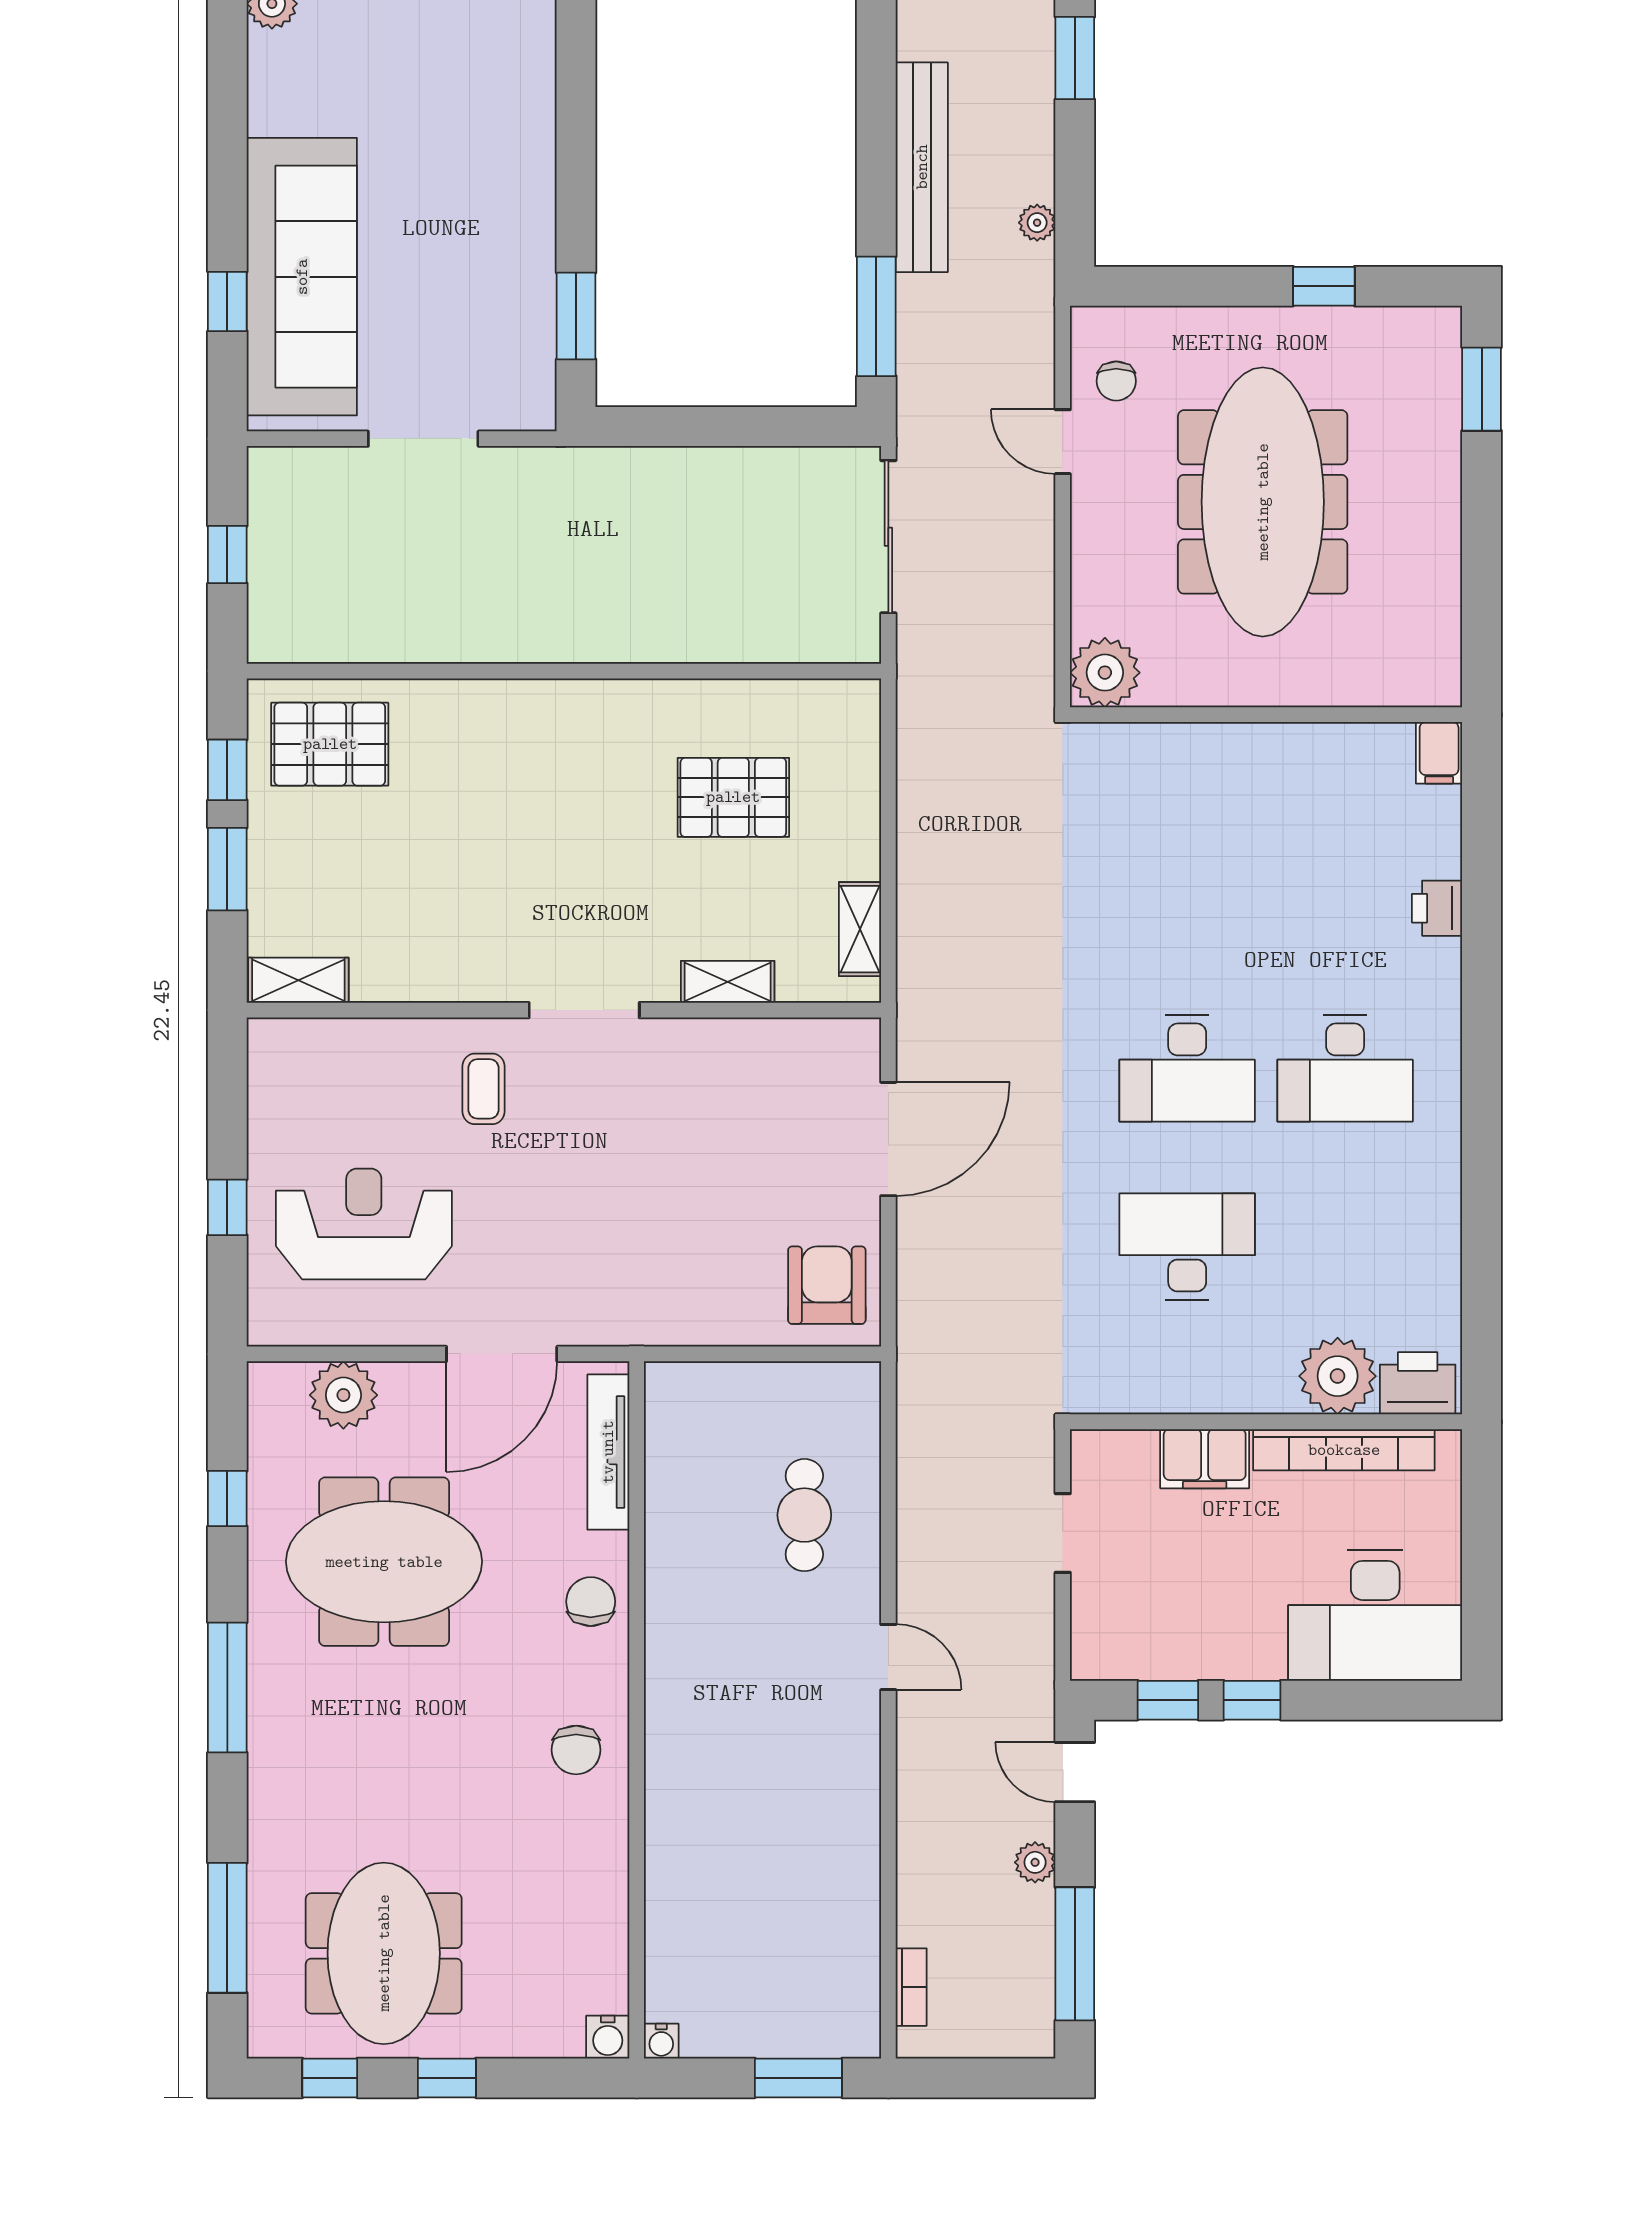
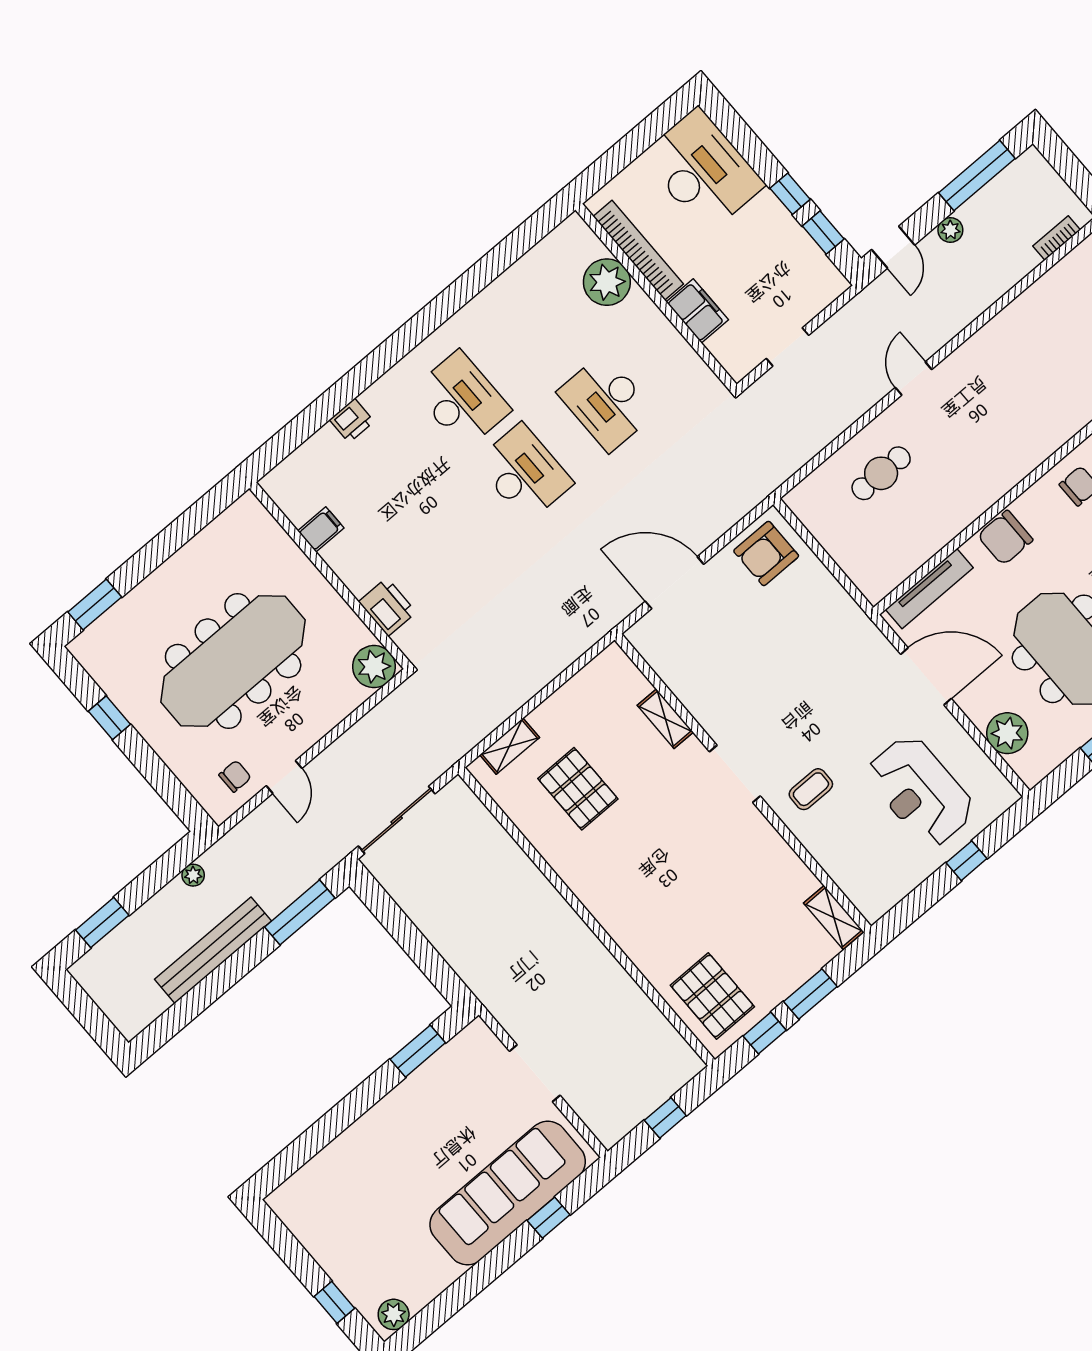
filing cabinet: (1439, 753) -> (321, 529), moved
shelving: (860, 929) -> (510, 746), moved
printer: (1418, 1383) -> (387, 607), moved, turned 180
chair: (591, 1602) -> (1005, 538), width x1.37, depth x1.37

